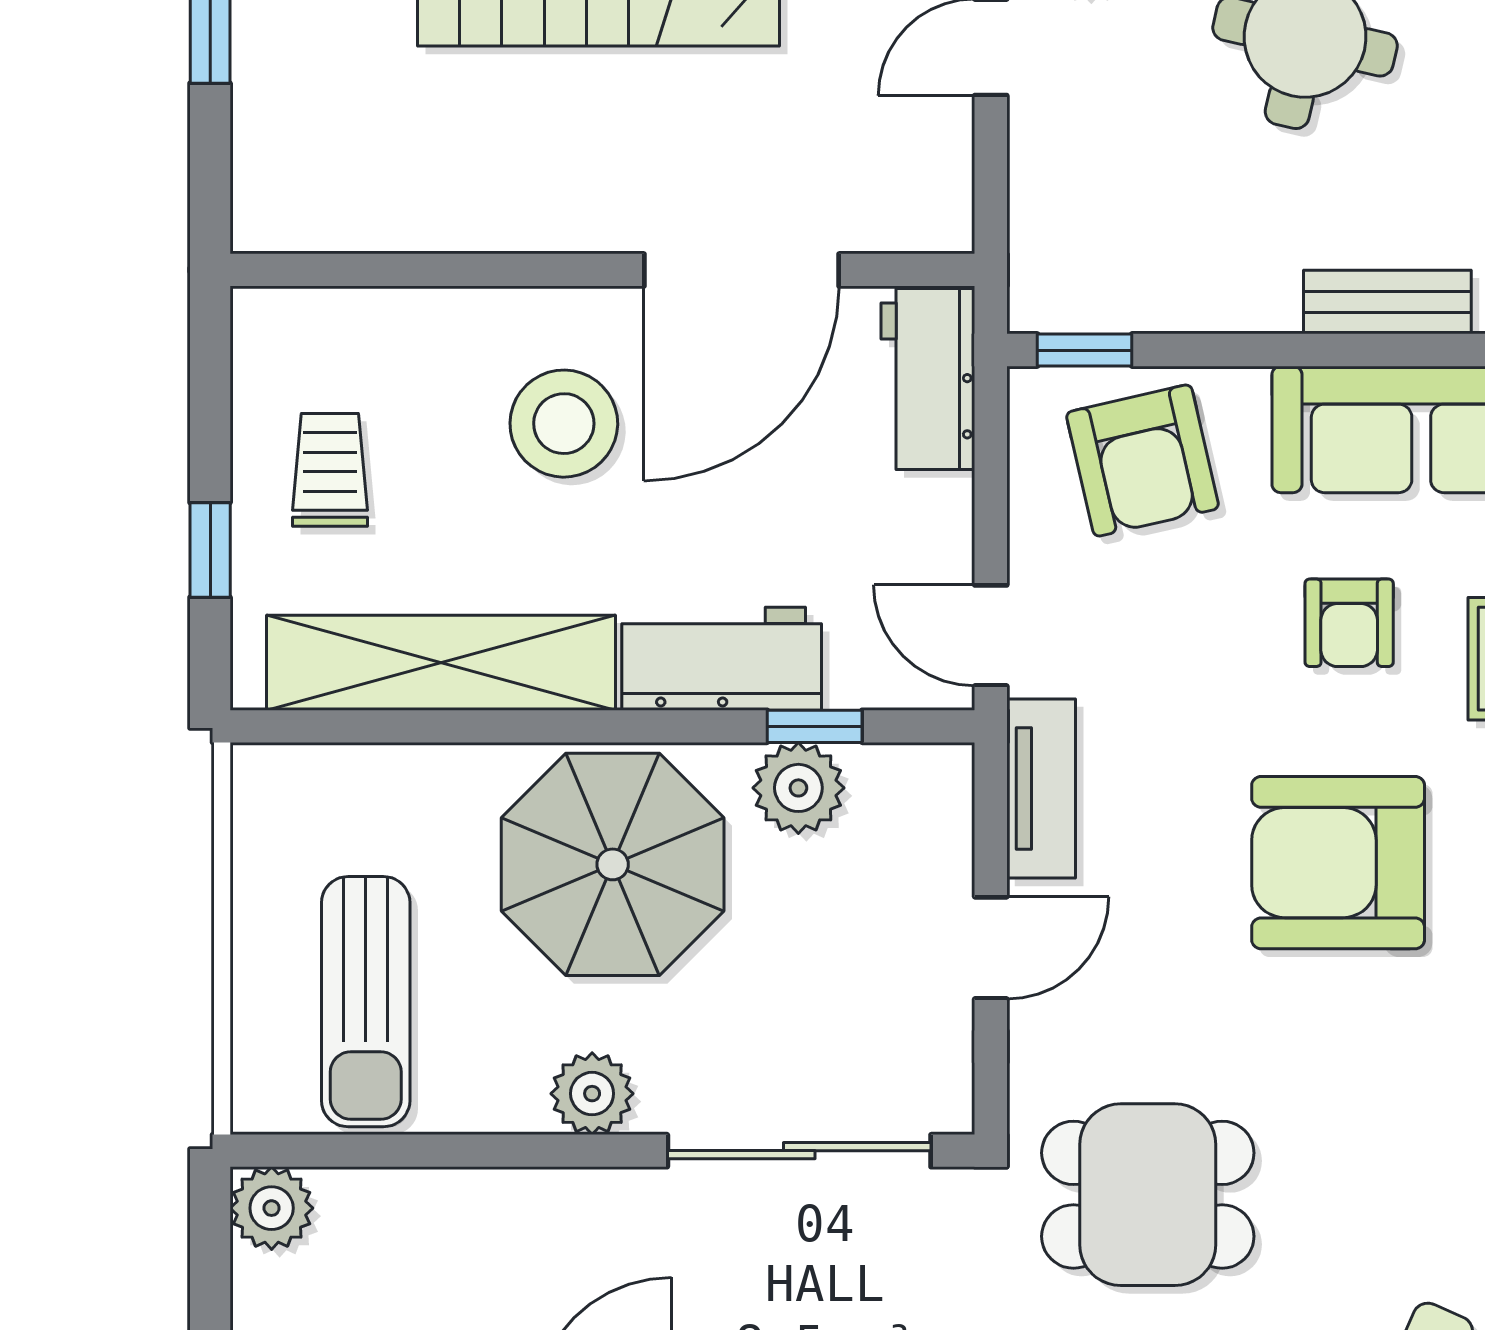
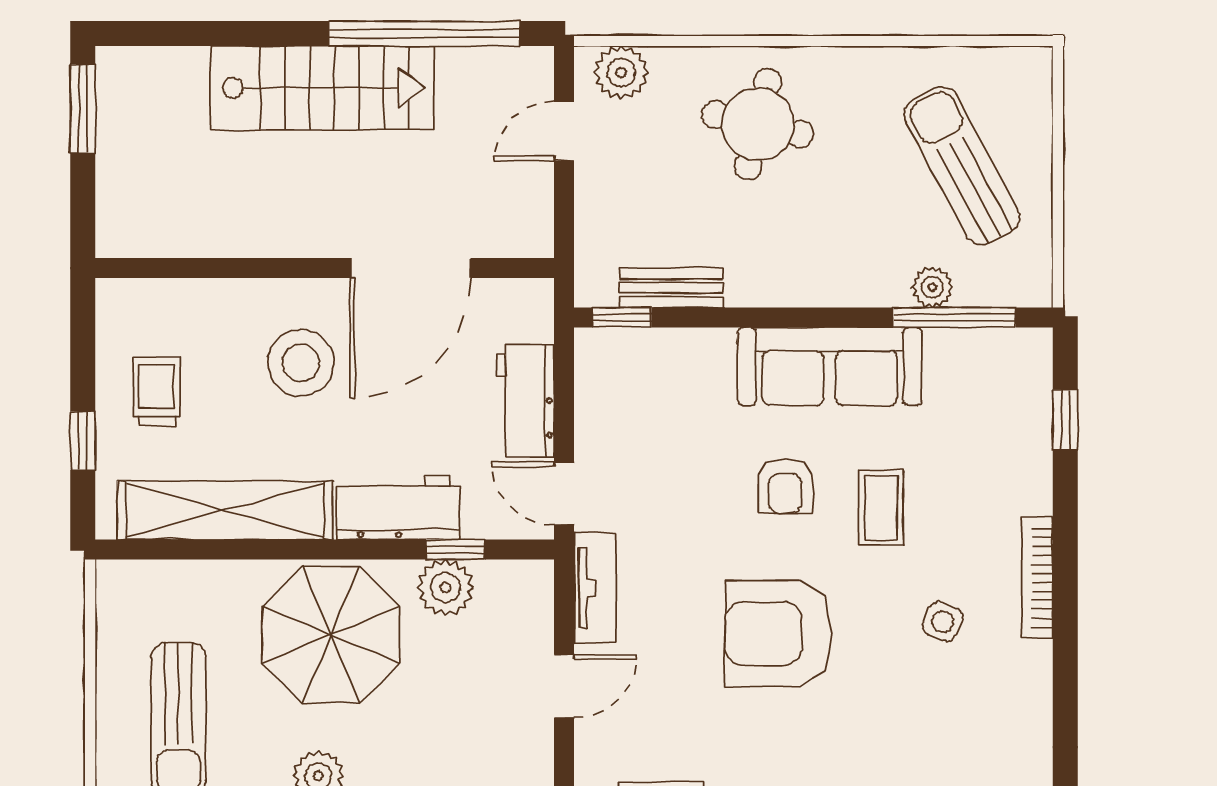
bench: (1387, 302) -> (671, 288), moved
workbench: (928, 379) -> (525, 401), moved
armchair: (1143, 460) -> (658, 386), removed

